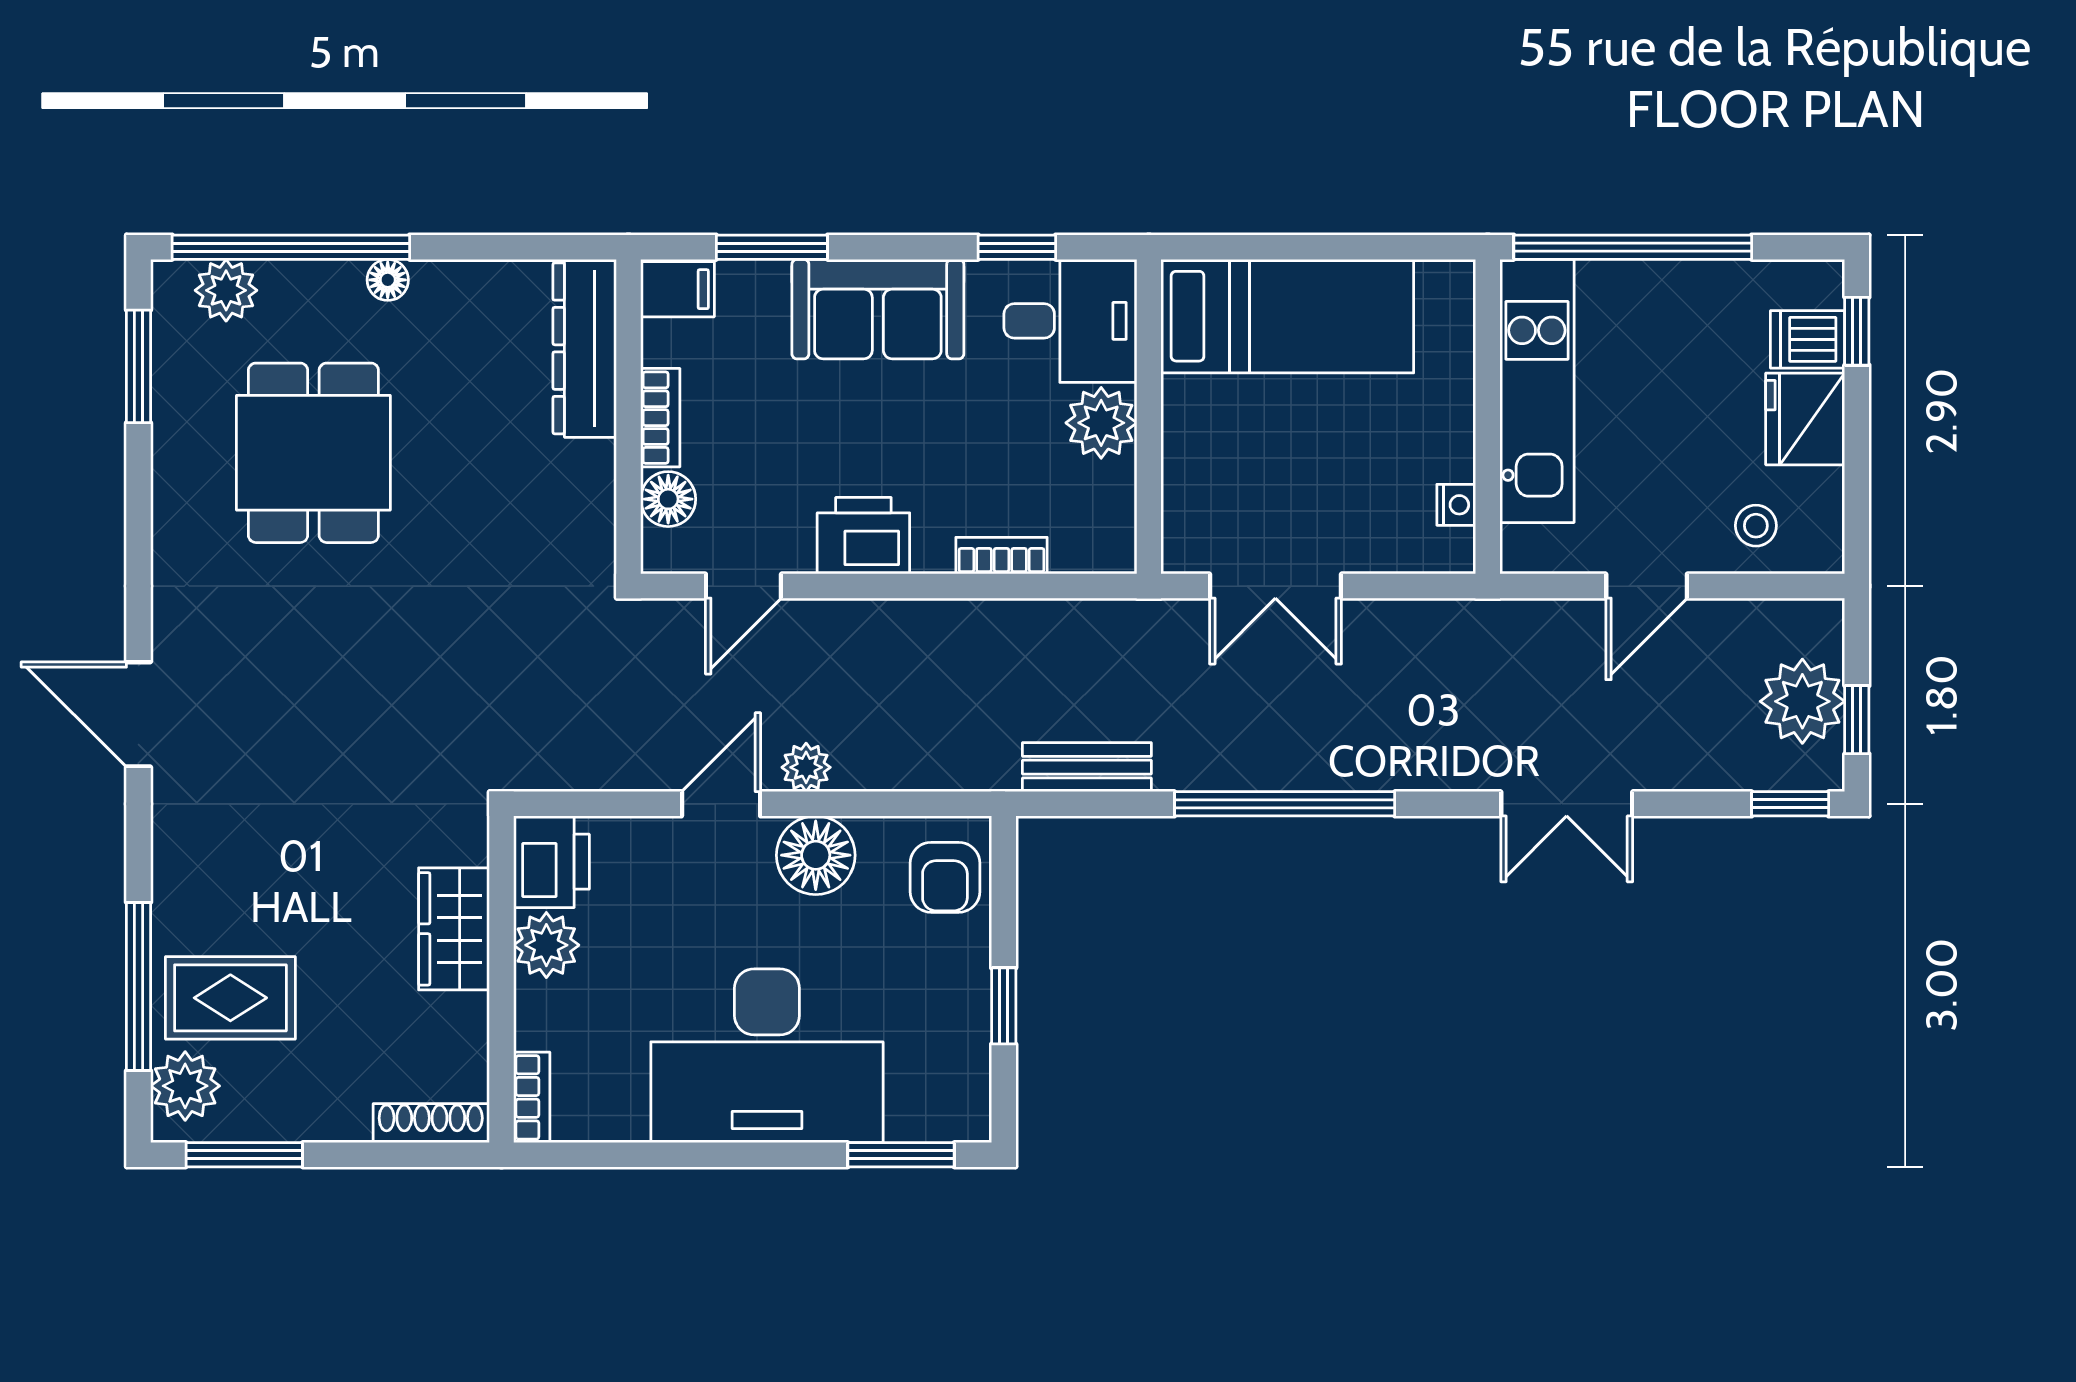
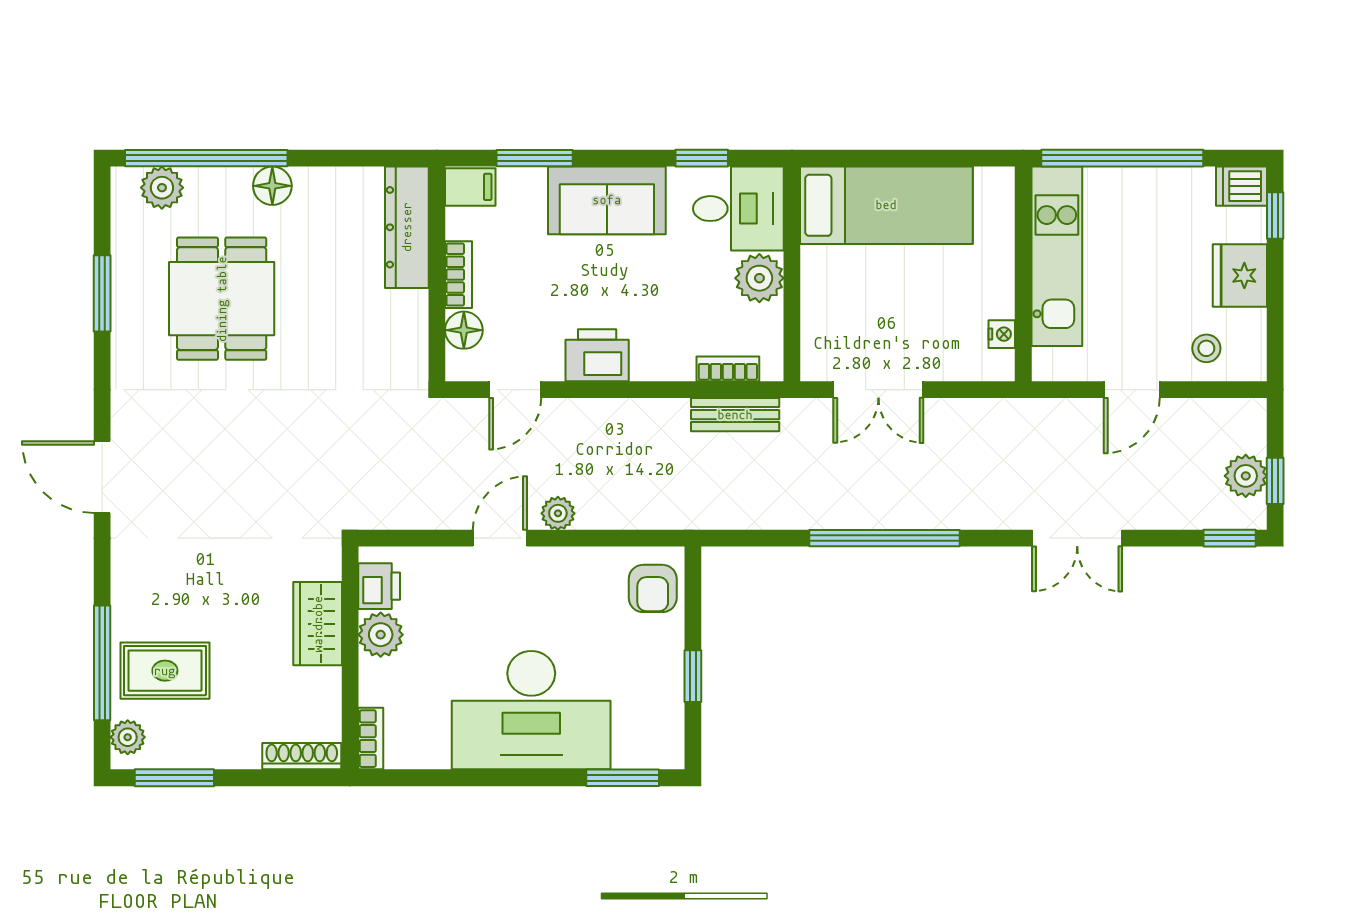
floor lamp: (388, 280) -> (272, 186), width x1.37, depth x1.37
dishwasher: (1808, 339) -> (1242, 186), moved
window: (138, 366) -> (102, 293), moved
bookcase: (1001, 556) -> (728, 369), moved
plant: (1802, 701) -> (1246, 476), width x0.73, depth x0.73
bench: (1087, 767) -> (735, 415), moved
floor lamp: (816, 855) -> (565, 573), removed
printer: (551, 862) -> (379, 586), width x0.73, depth x0.81
plant: (185, 1086) -> (128, 737), width x0.73, depth x0.73

